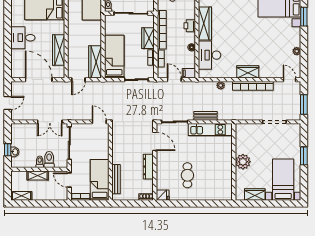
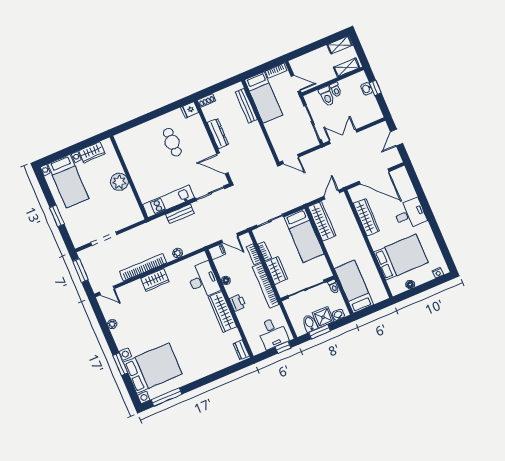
shelving: (38, 176) -> (347, 67), moved

